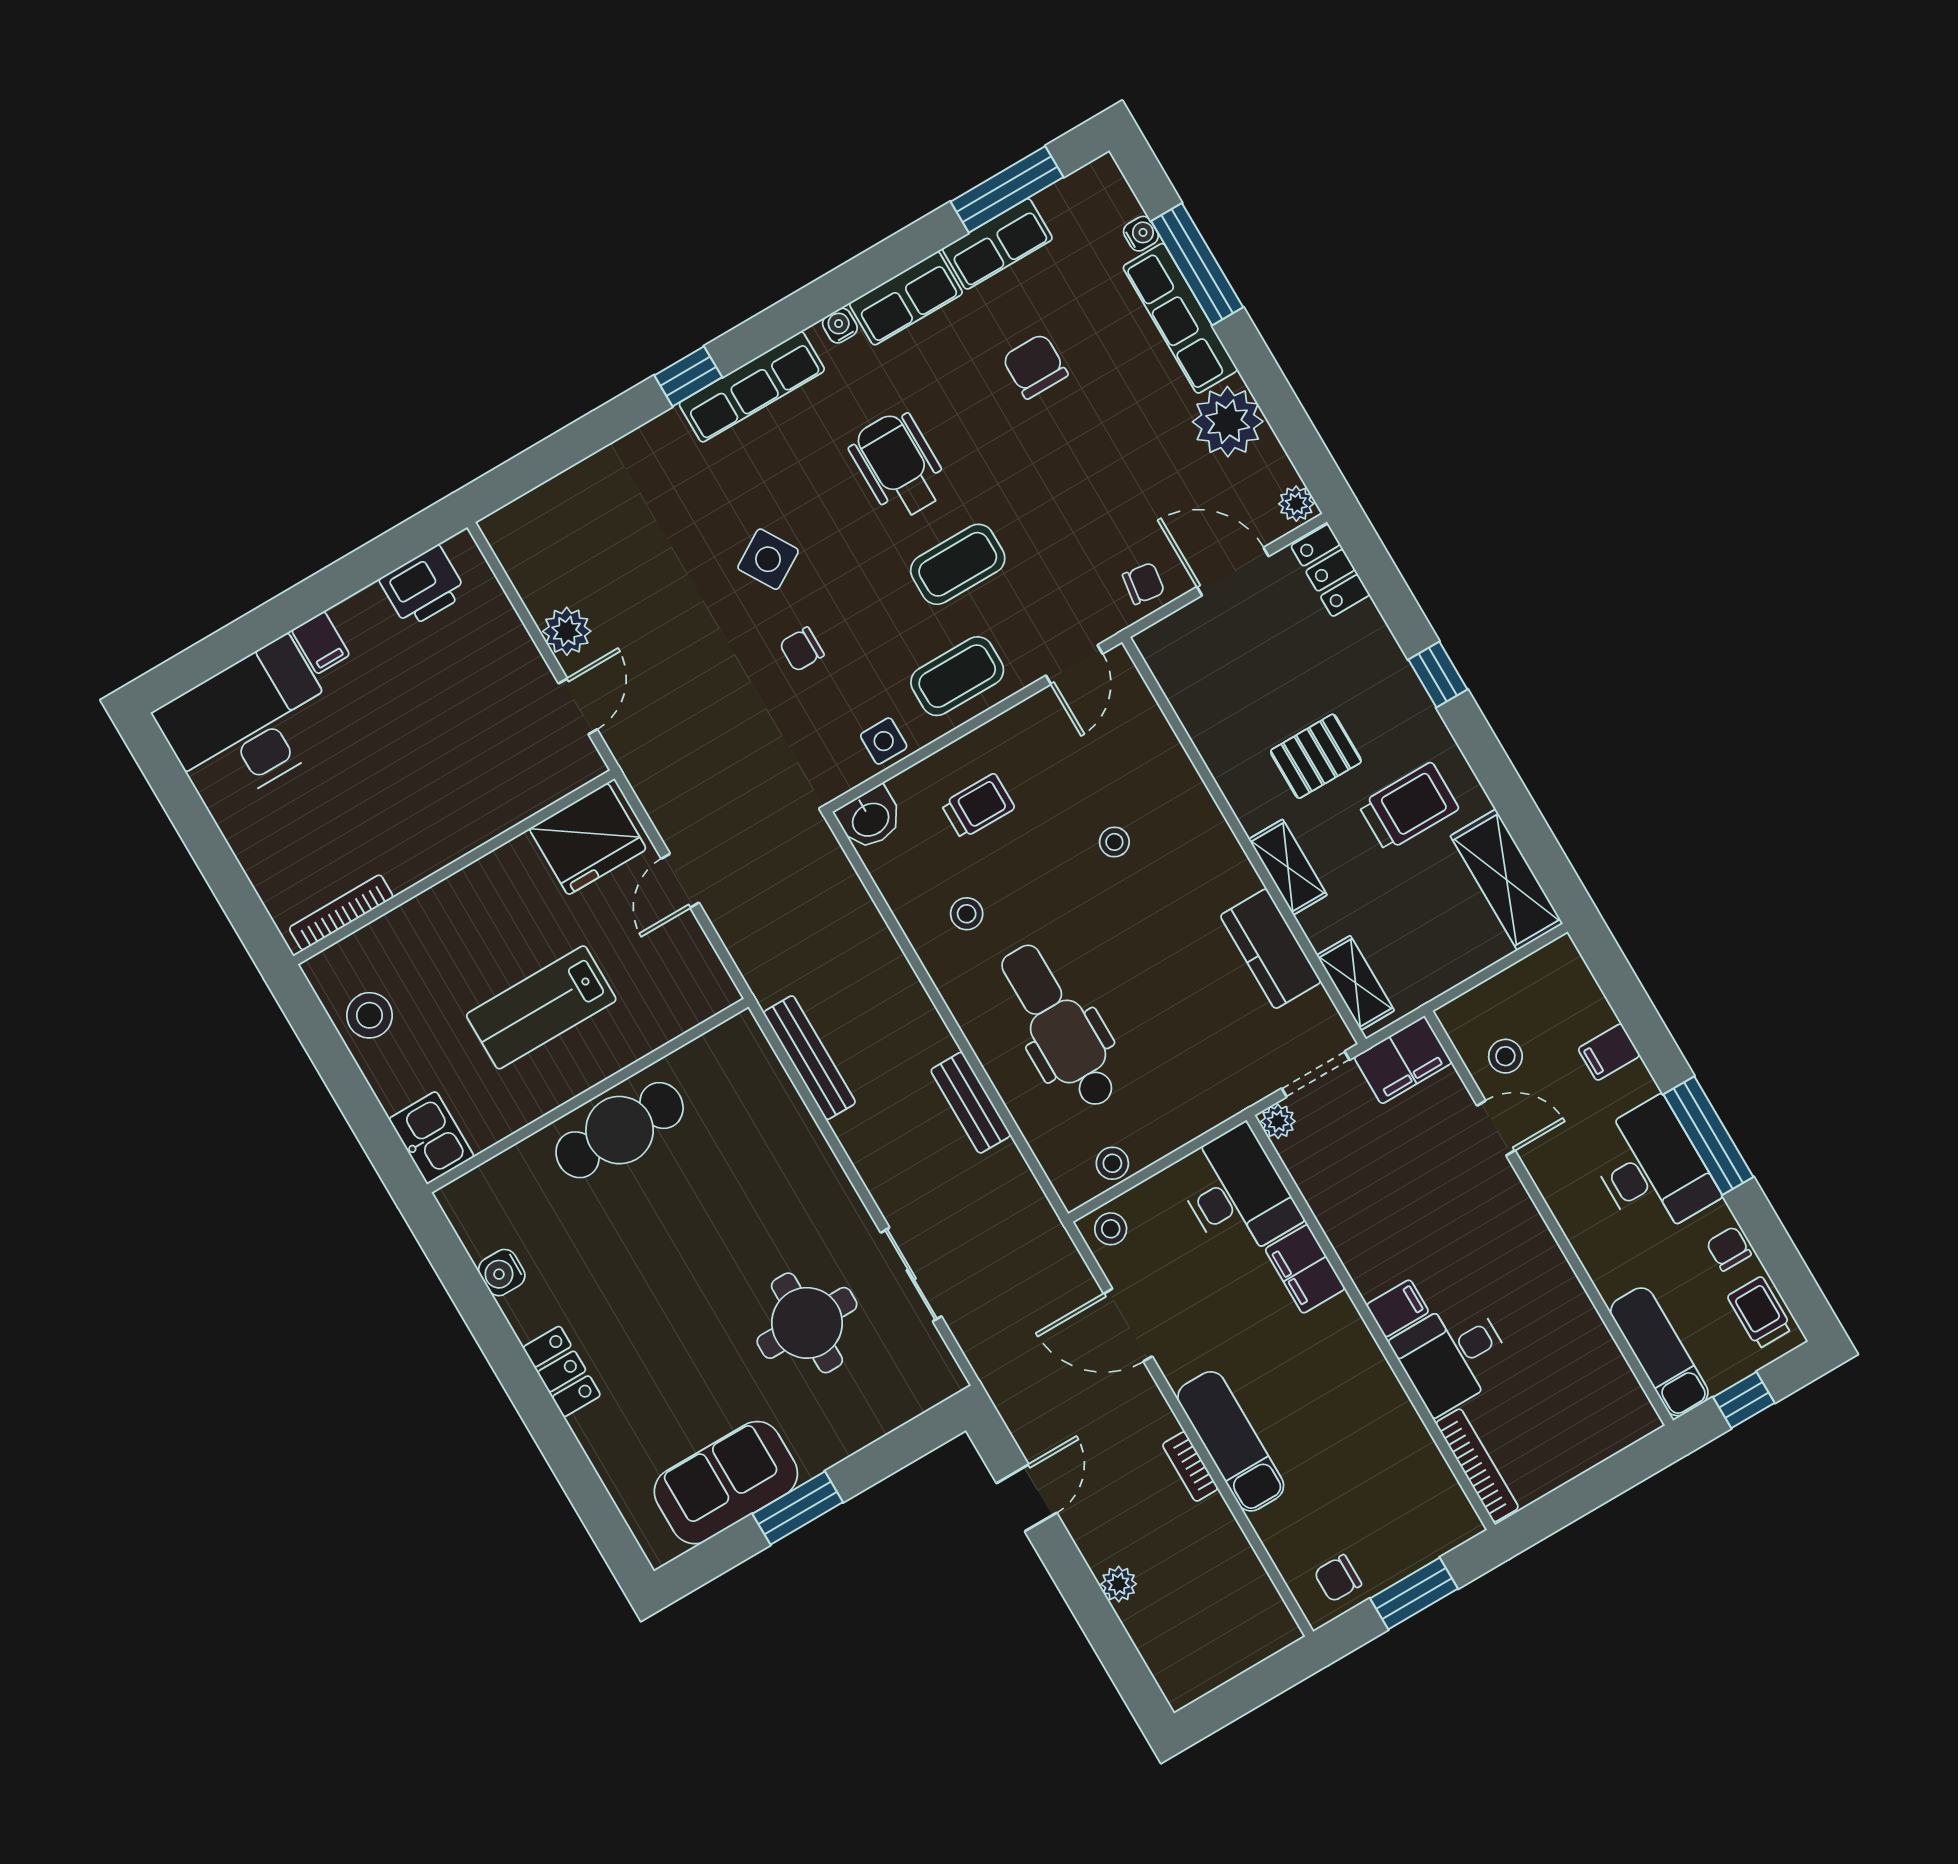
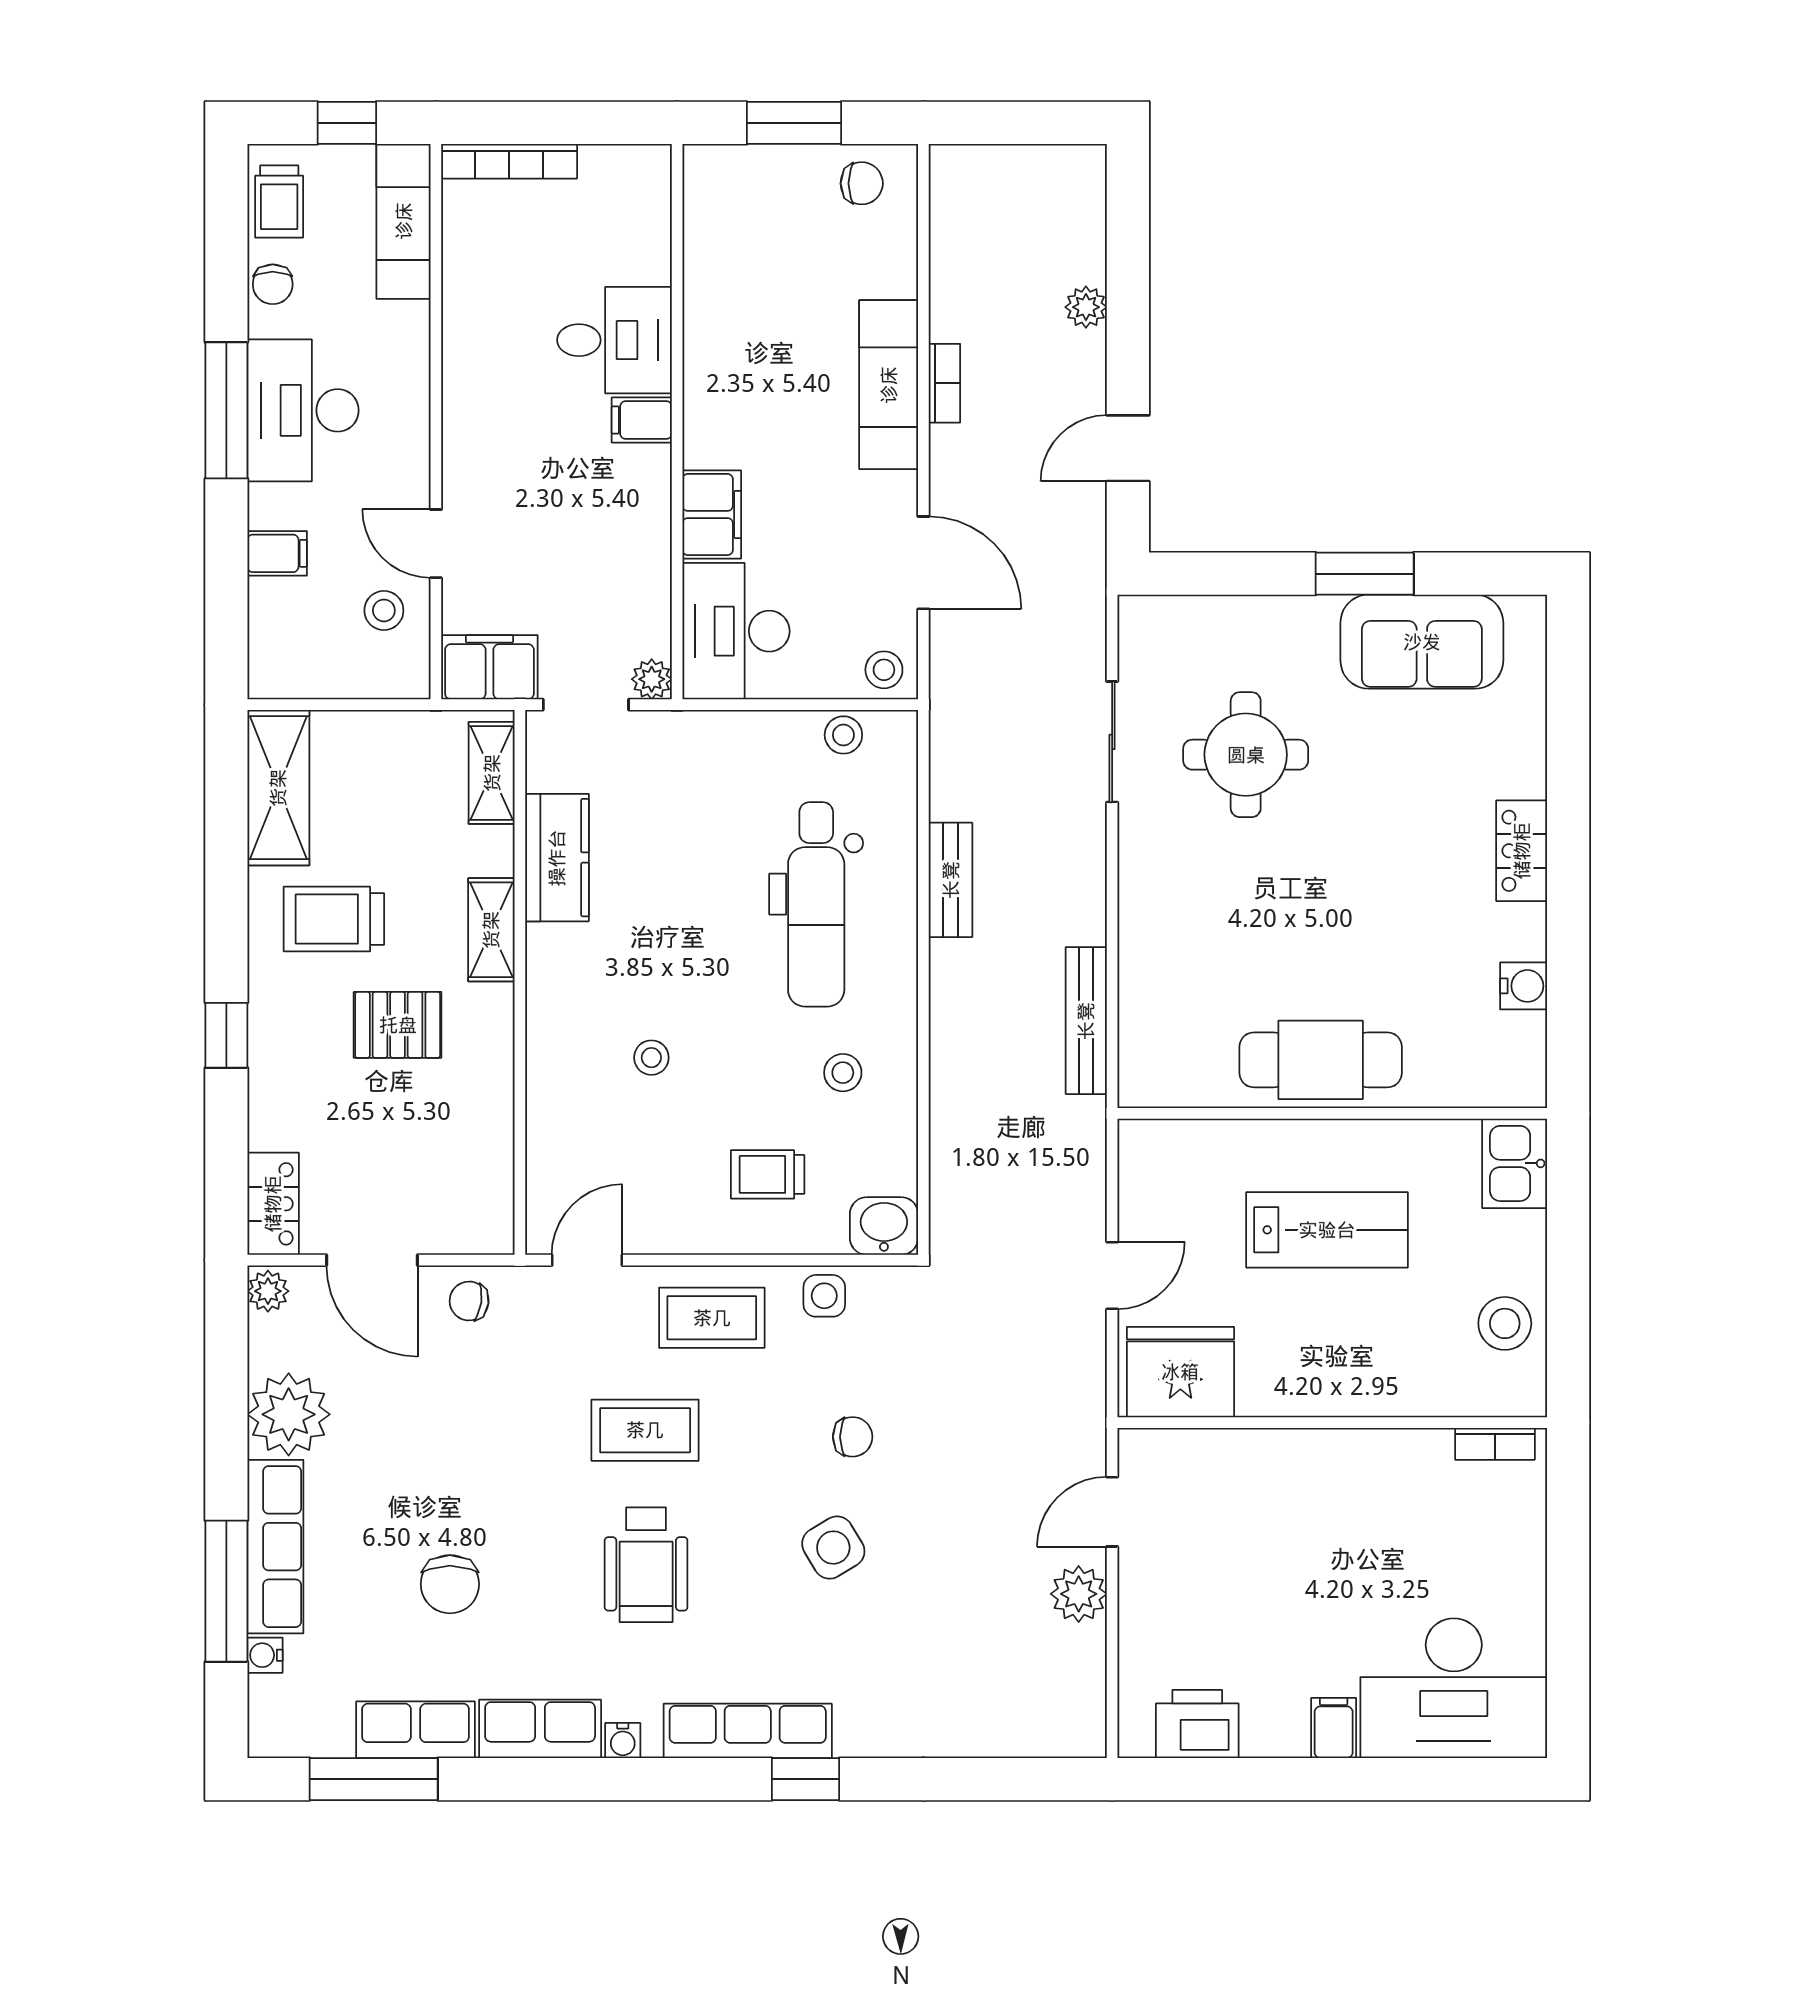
bookcase: (341, 912) -> (1495, 1444), width x0.64
bookcase: (1477, 1465) -> (509, 161), moved, turned -90

